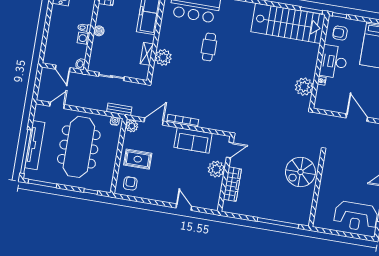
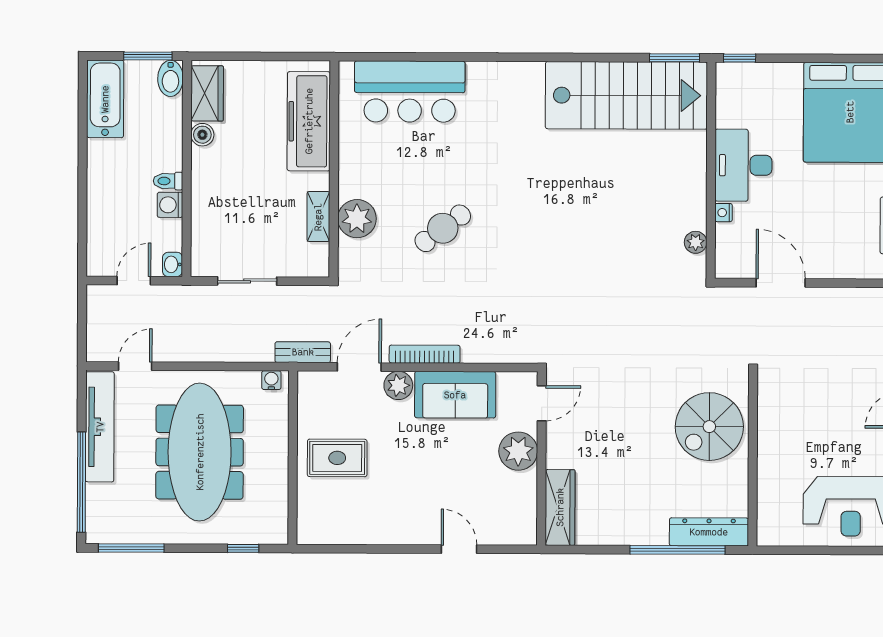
boiler: (99, 31) -> (202, 135), moved
armchair: (340, 33) -> (747, 98), removed
cafe table: (209, 47) -> (443, 228), moved, turned 53
door: (63, 68) -> (134, 281), swing flipped
plant: (304, 87) -> (696, 242), width x0.53, depth x0.53
bench: (119, 109) -> (303, 352), moved
door: (357, 118) -> (781, 283), moved
plant: (132, 126) -> (398, 385), moved
tv unit: (35, 145) -> (100, 427), moved
armchair: (130, 183) -> (329, 515), removed
wardrobe: (232, 184) -> (560, 507), moved
dresser: (293, 217) -> (709, 532), added

